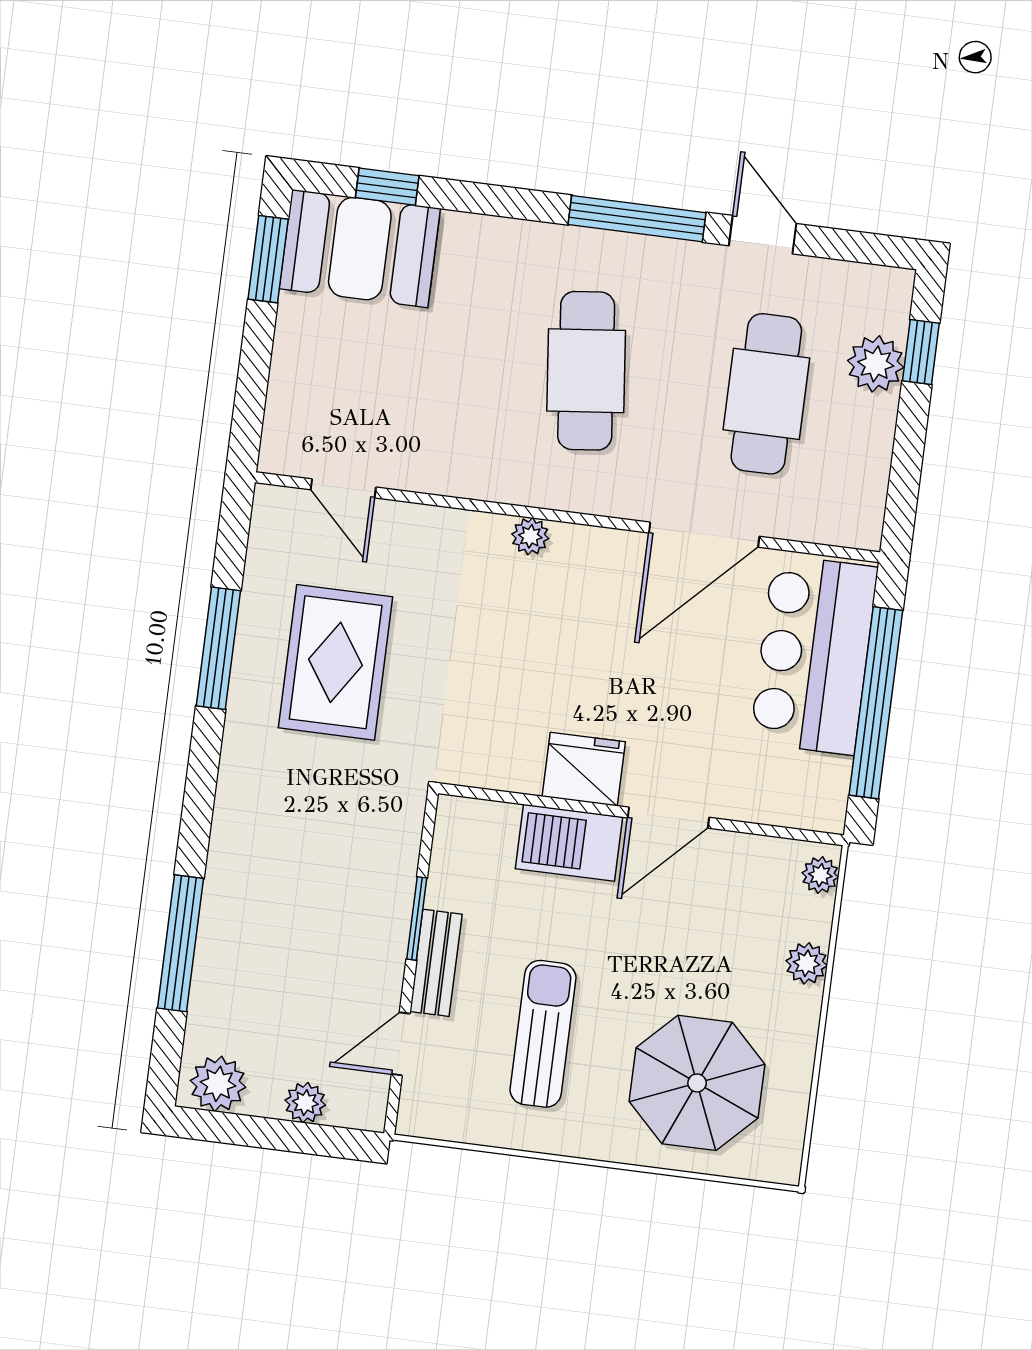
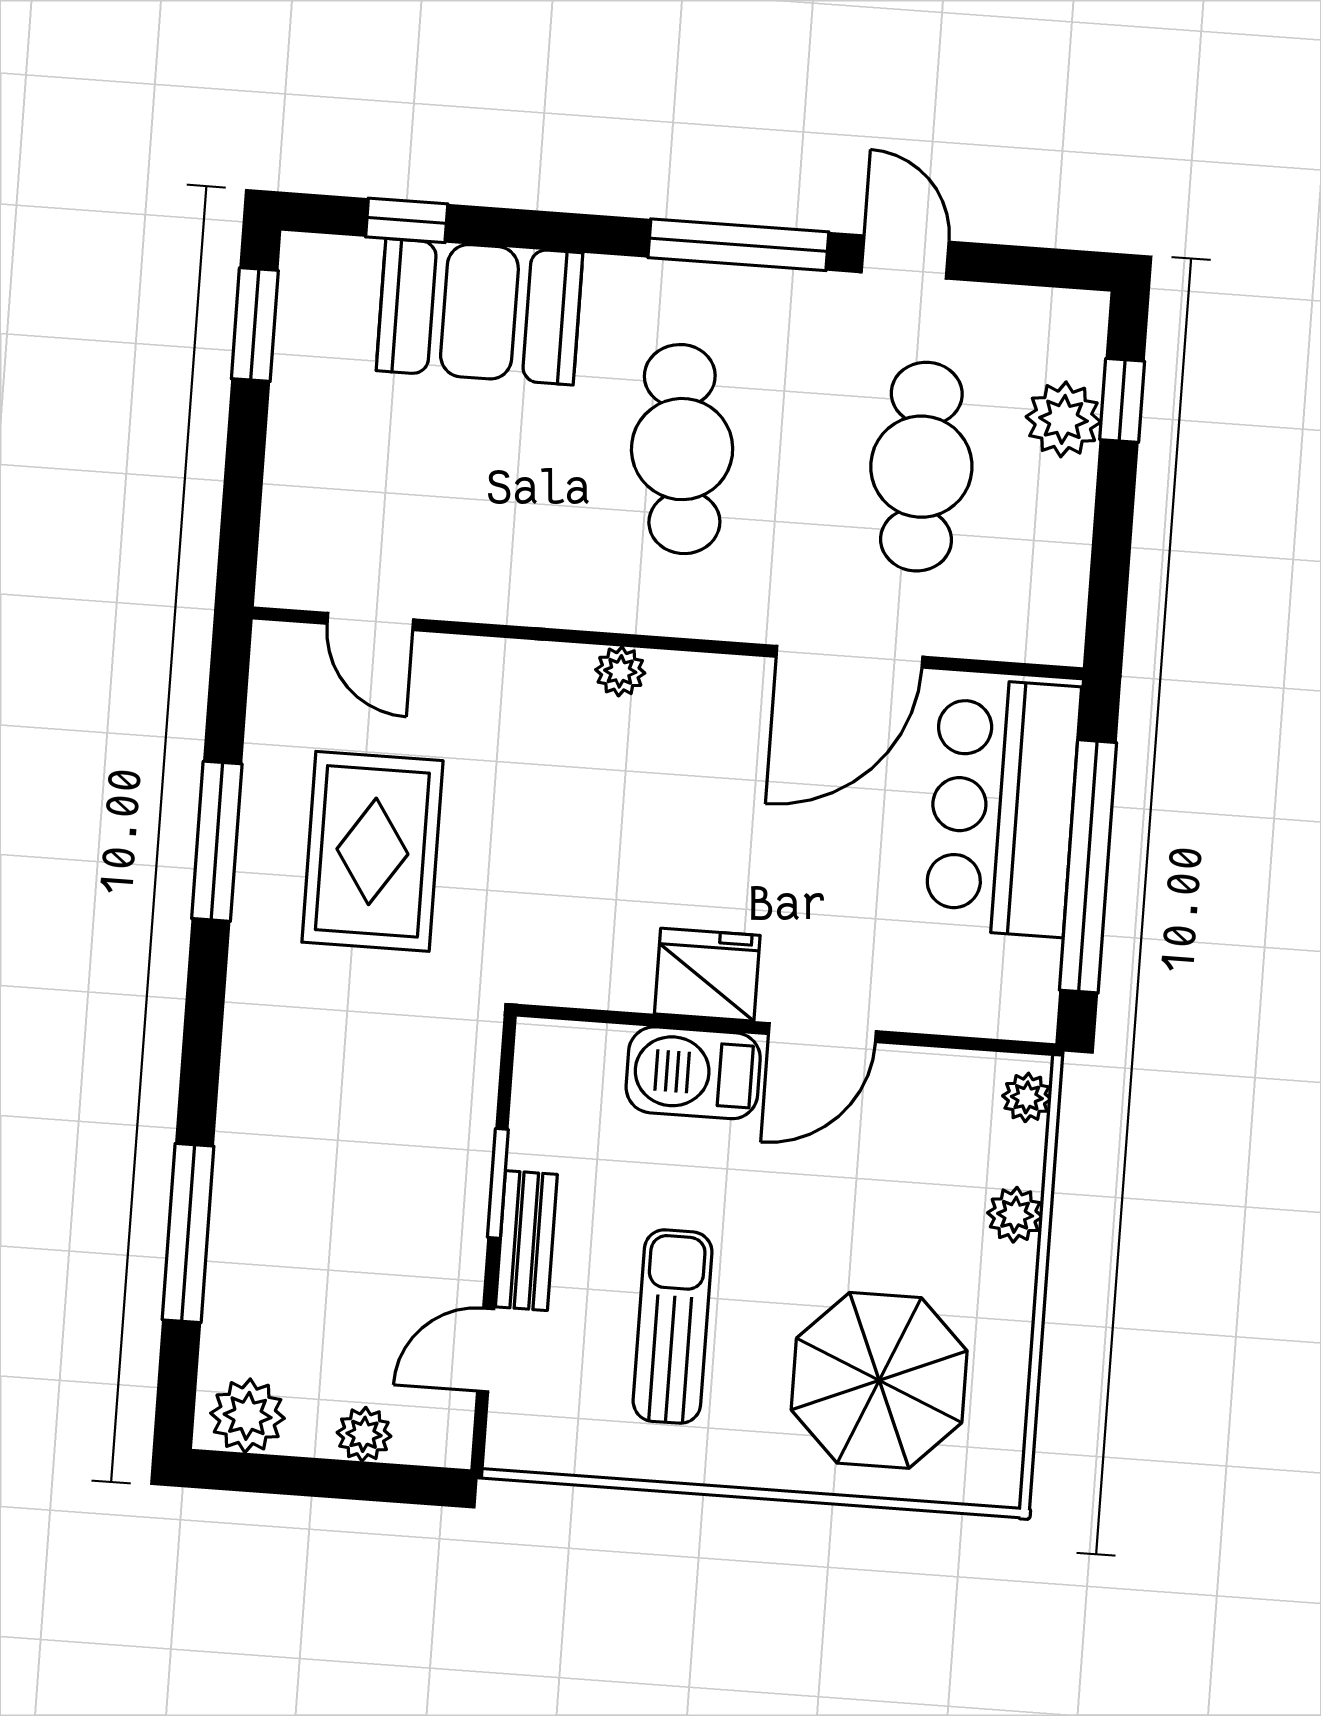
booth: (360, 249) -> (479, 312), moved

